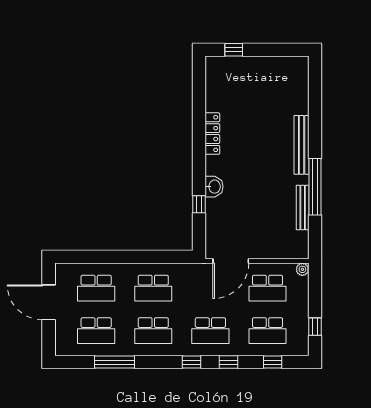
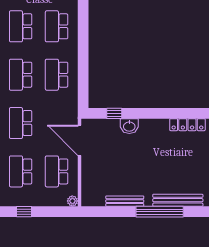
washbasin: (214, 187) -> (129, 126), moved
window: (315, 187) -> (160, 212), moved
window: (199, 204) -> (114, 113), moved

